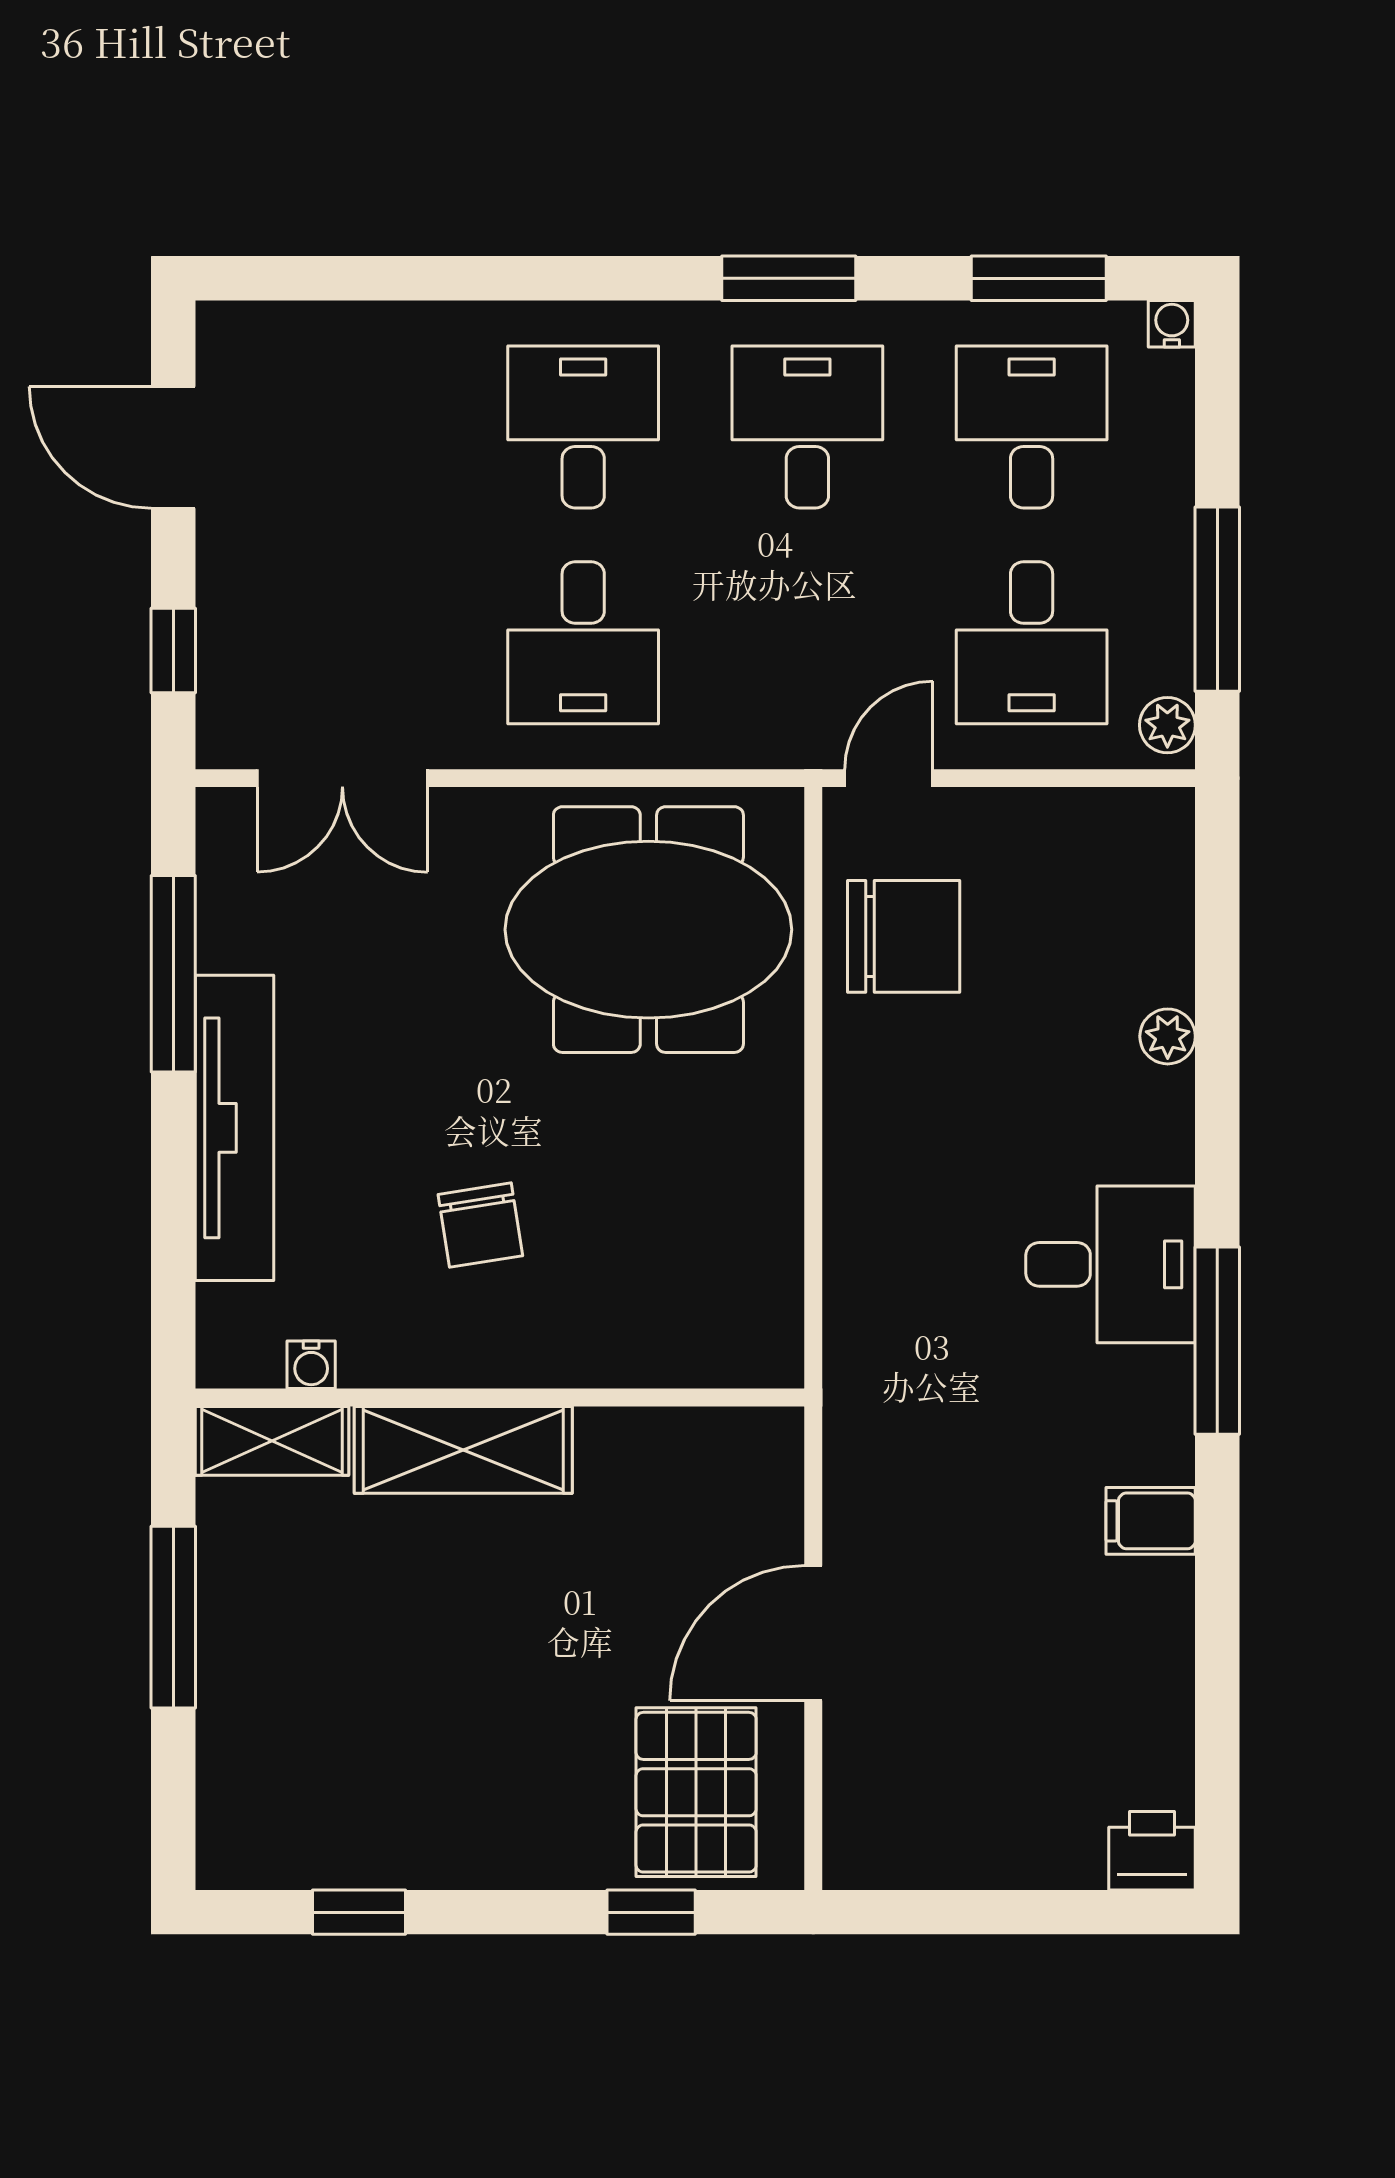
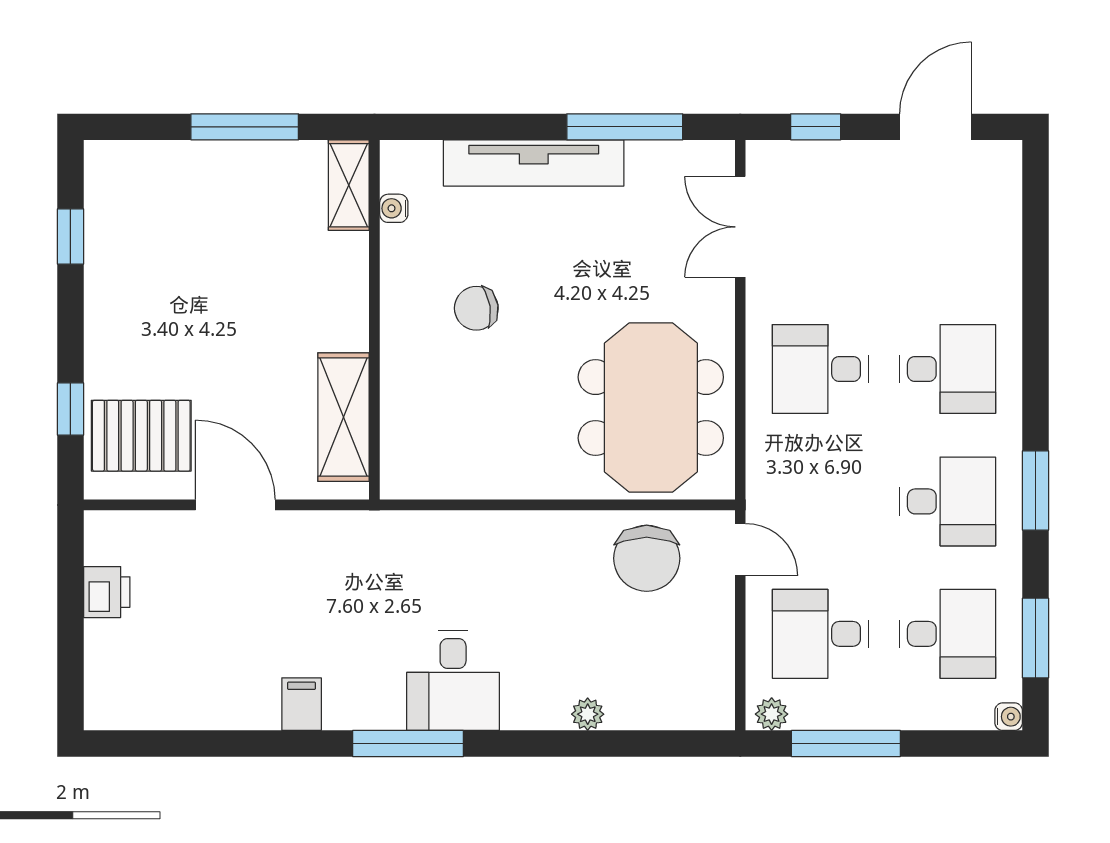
shelving: (463, 1450) -> (343, 417), moved
printer: (1152, 1851) -> (107, 592), moved

